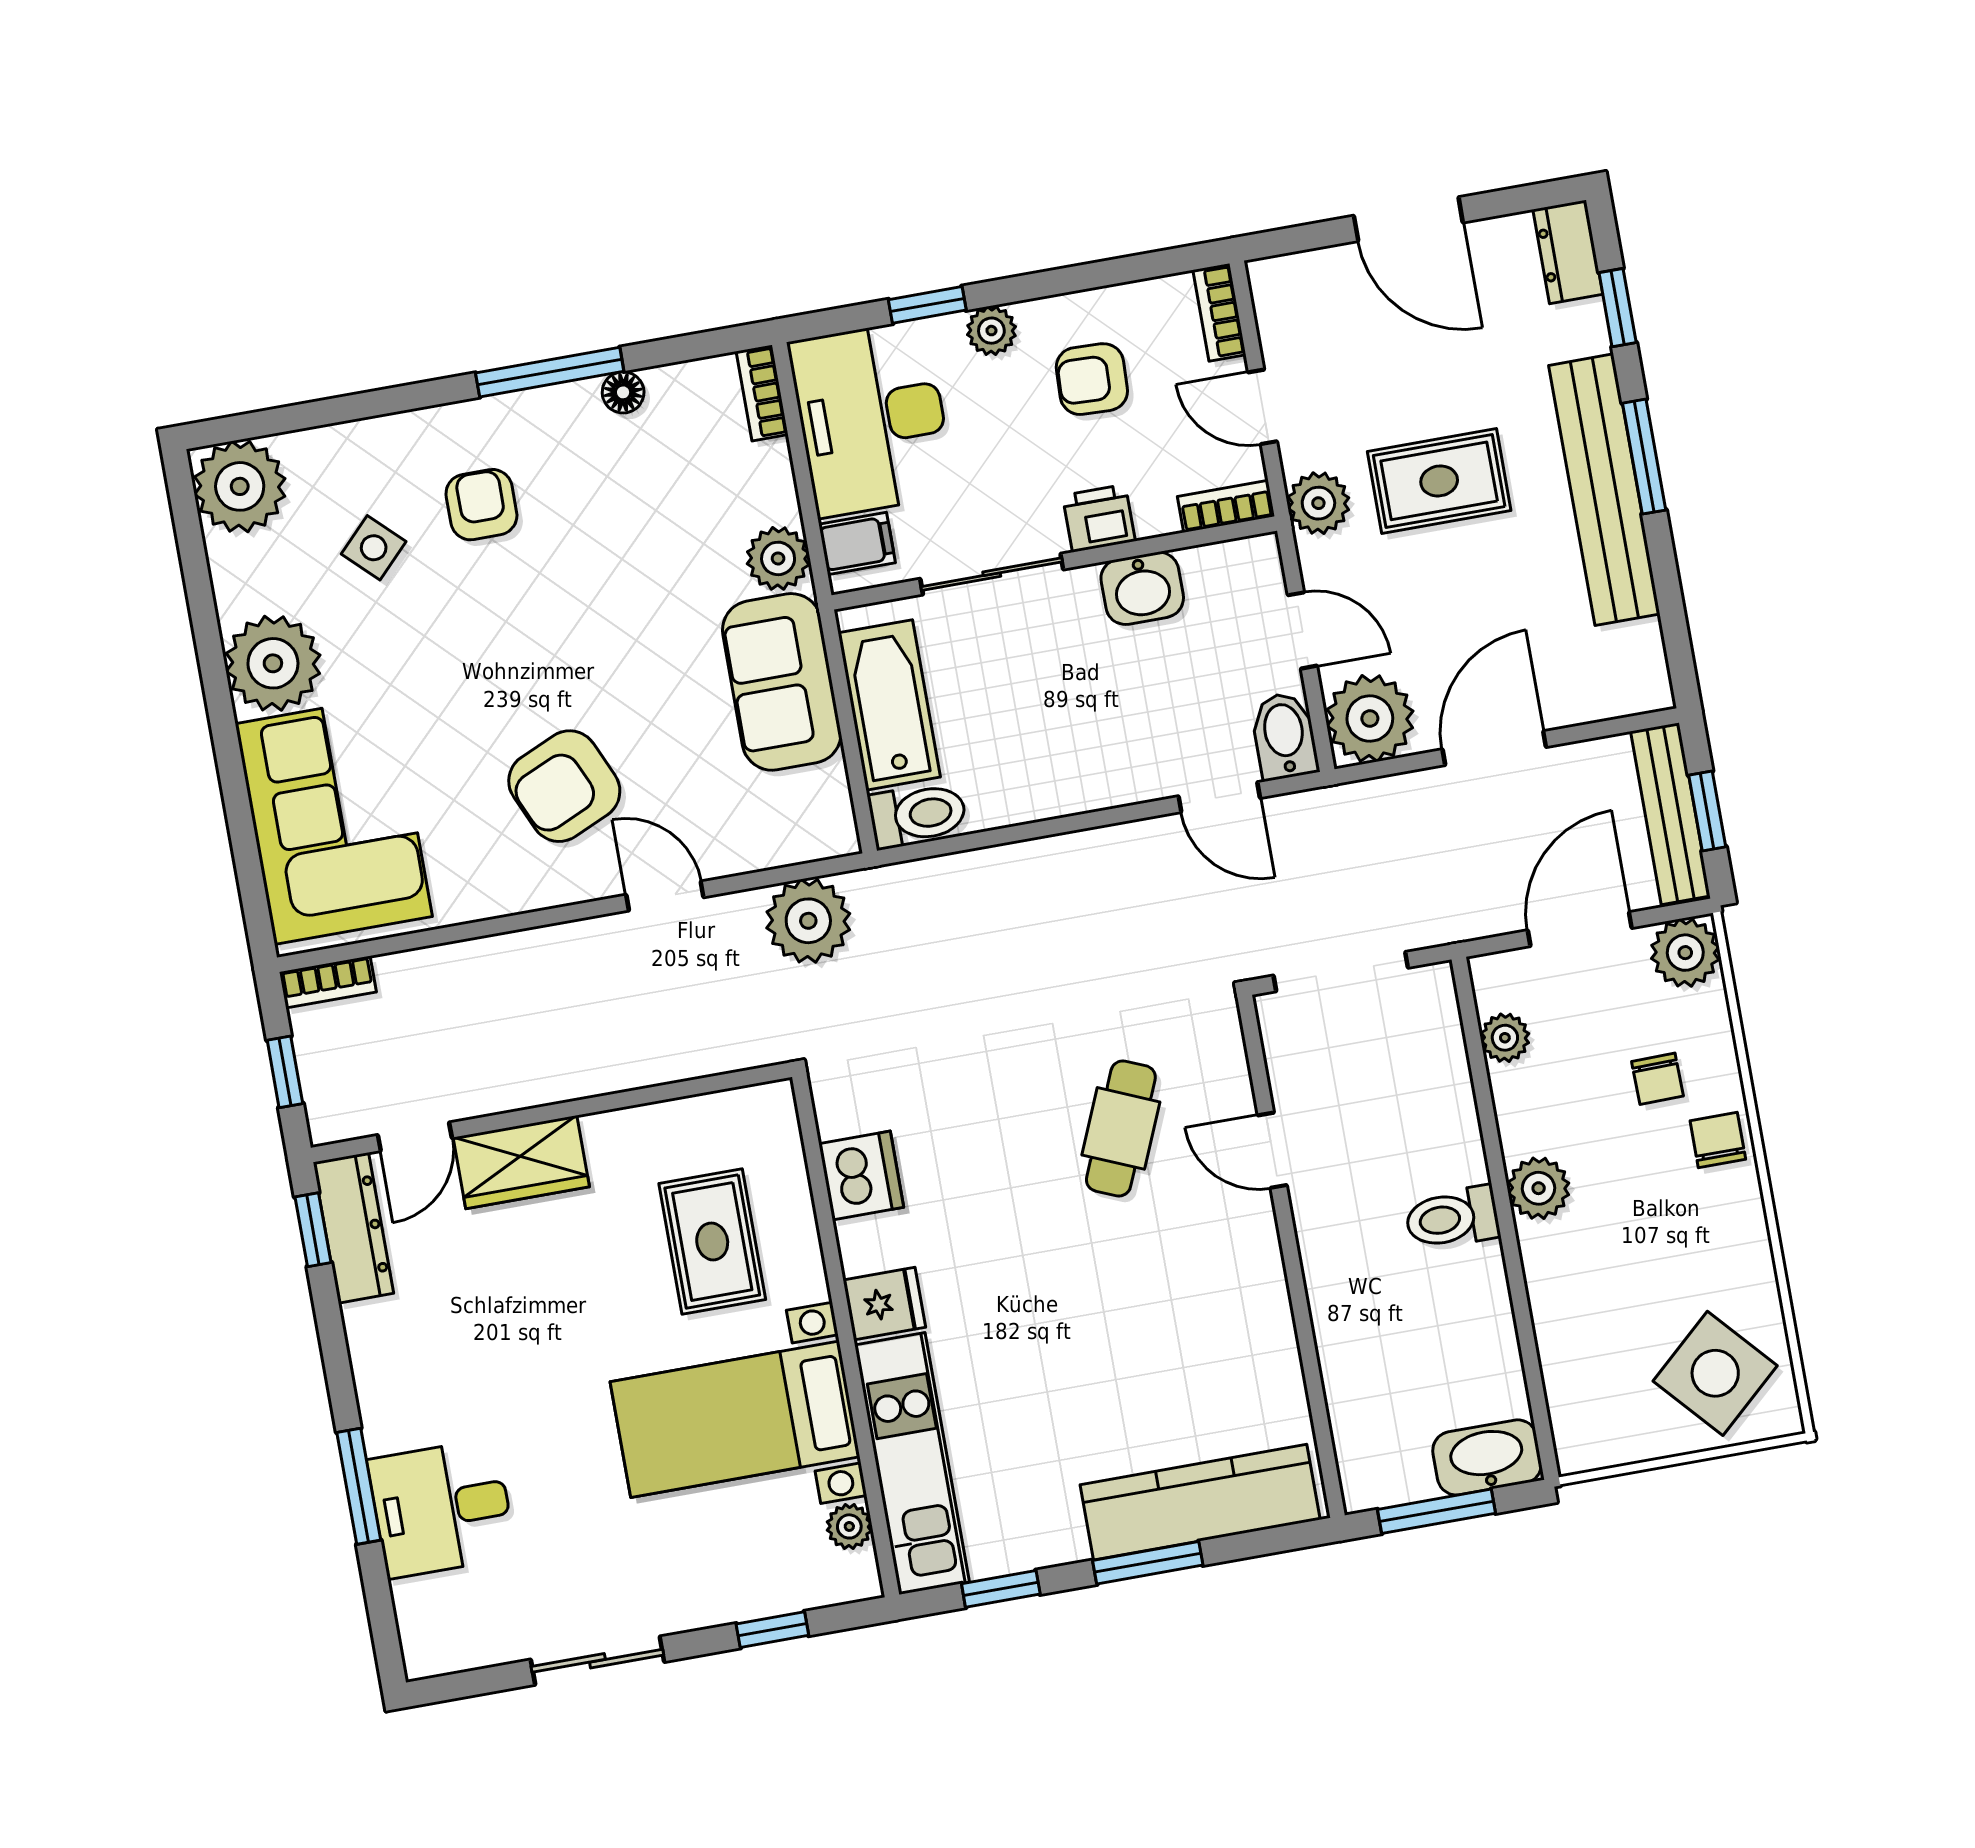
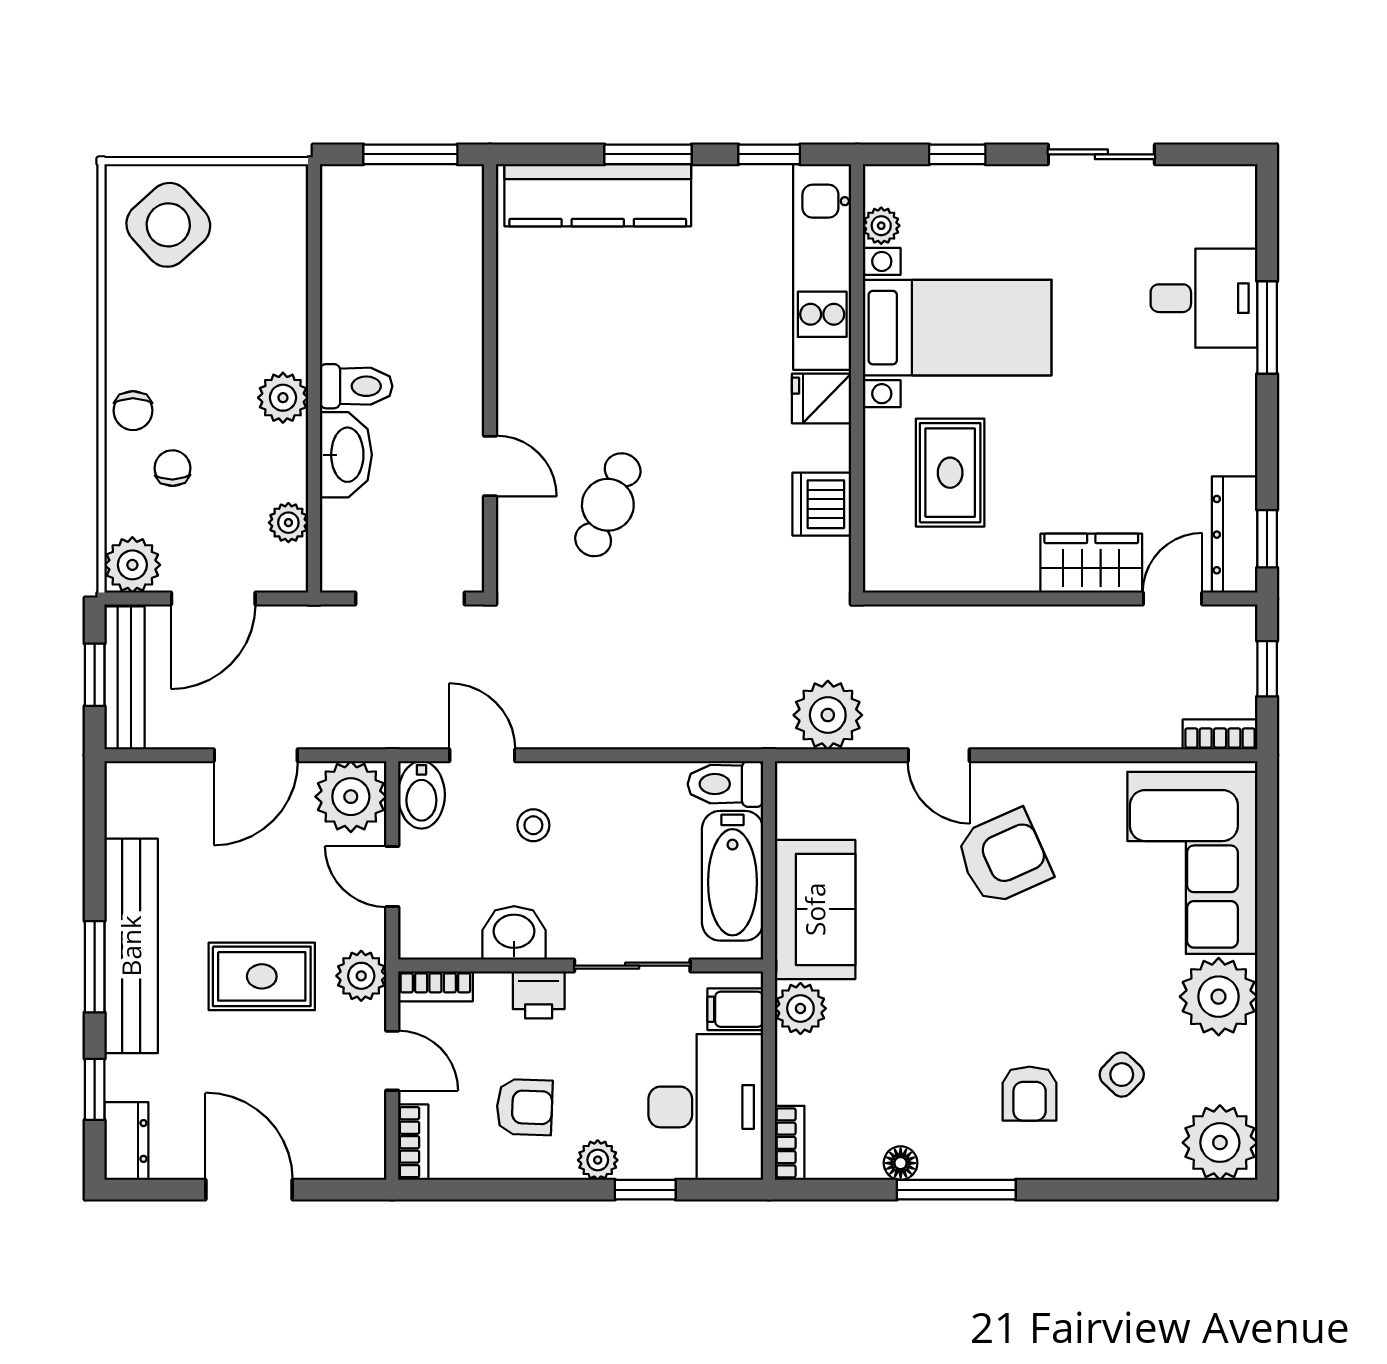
stool: (1142, 723) -> (533, 825), added
washbasin: (1487, 1457) -> (346, 455), moved, turned -90

